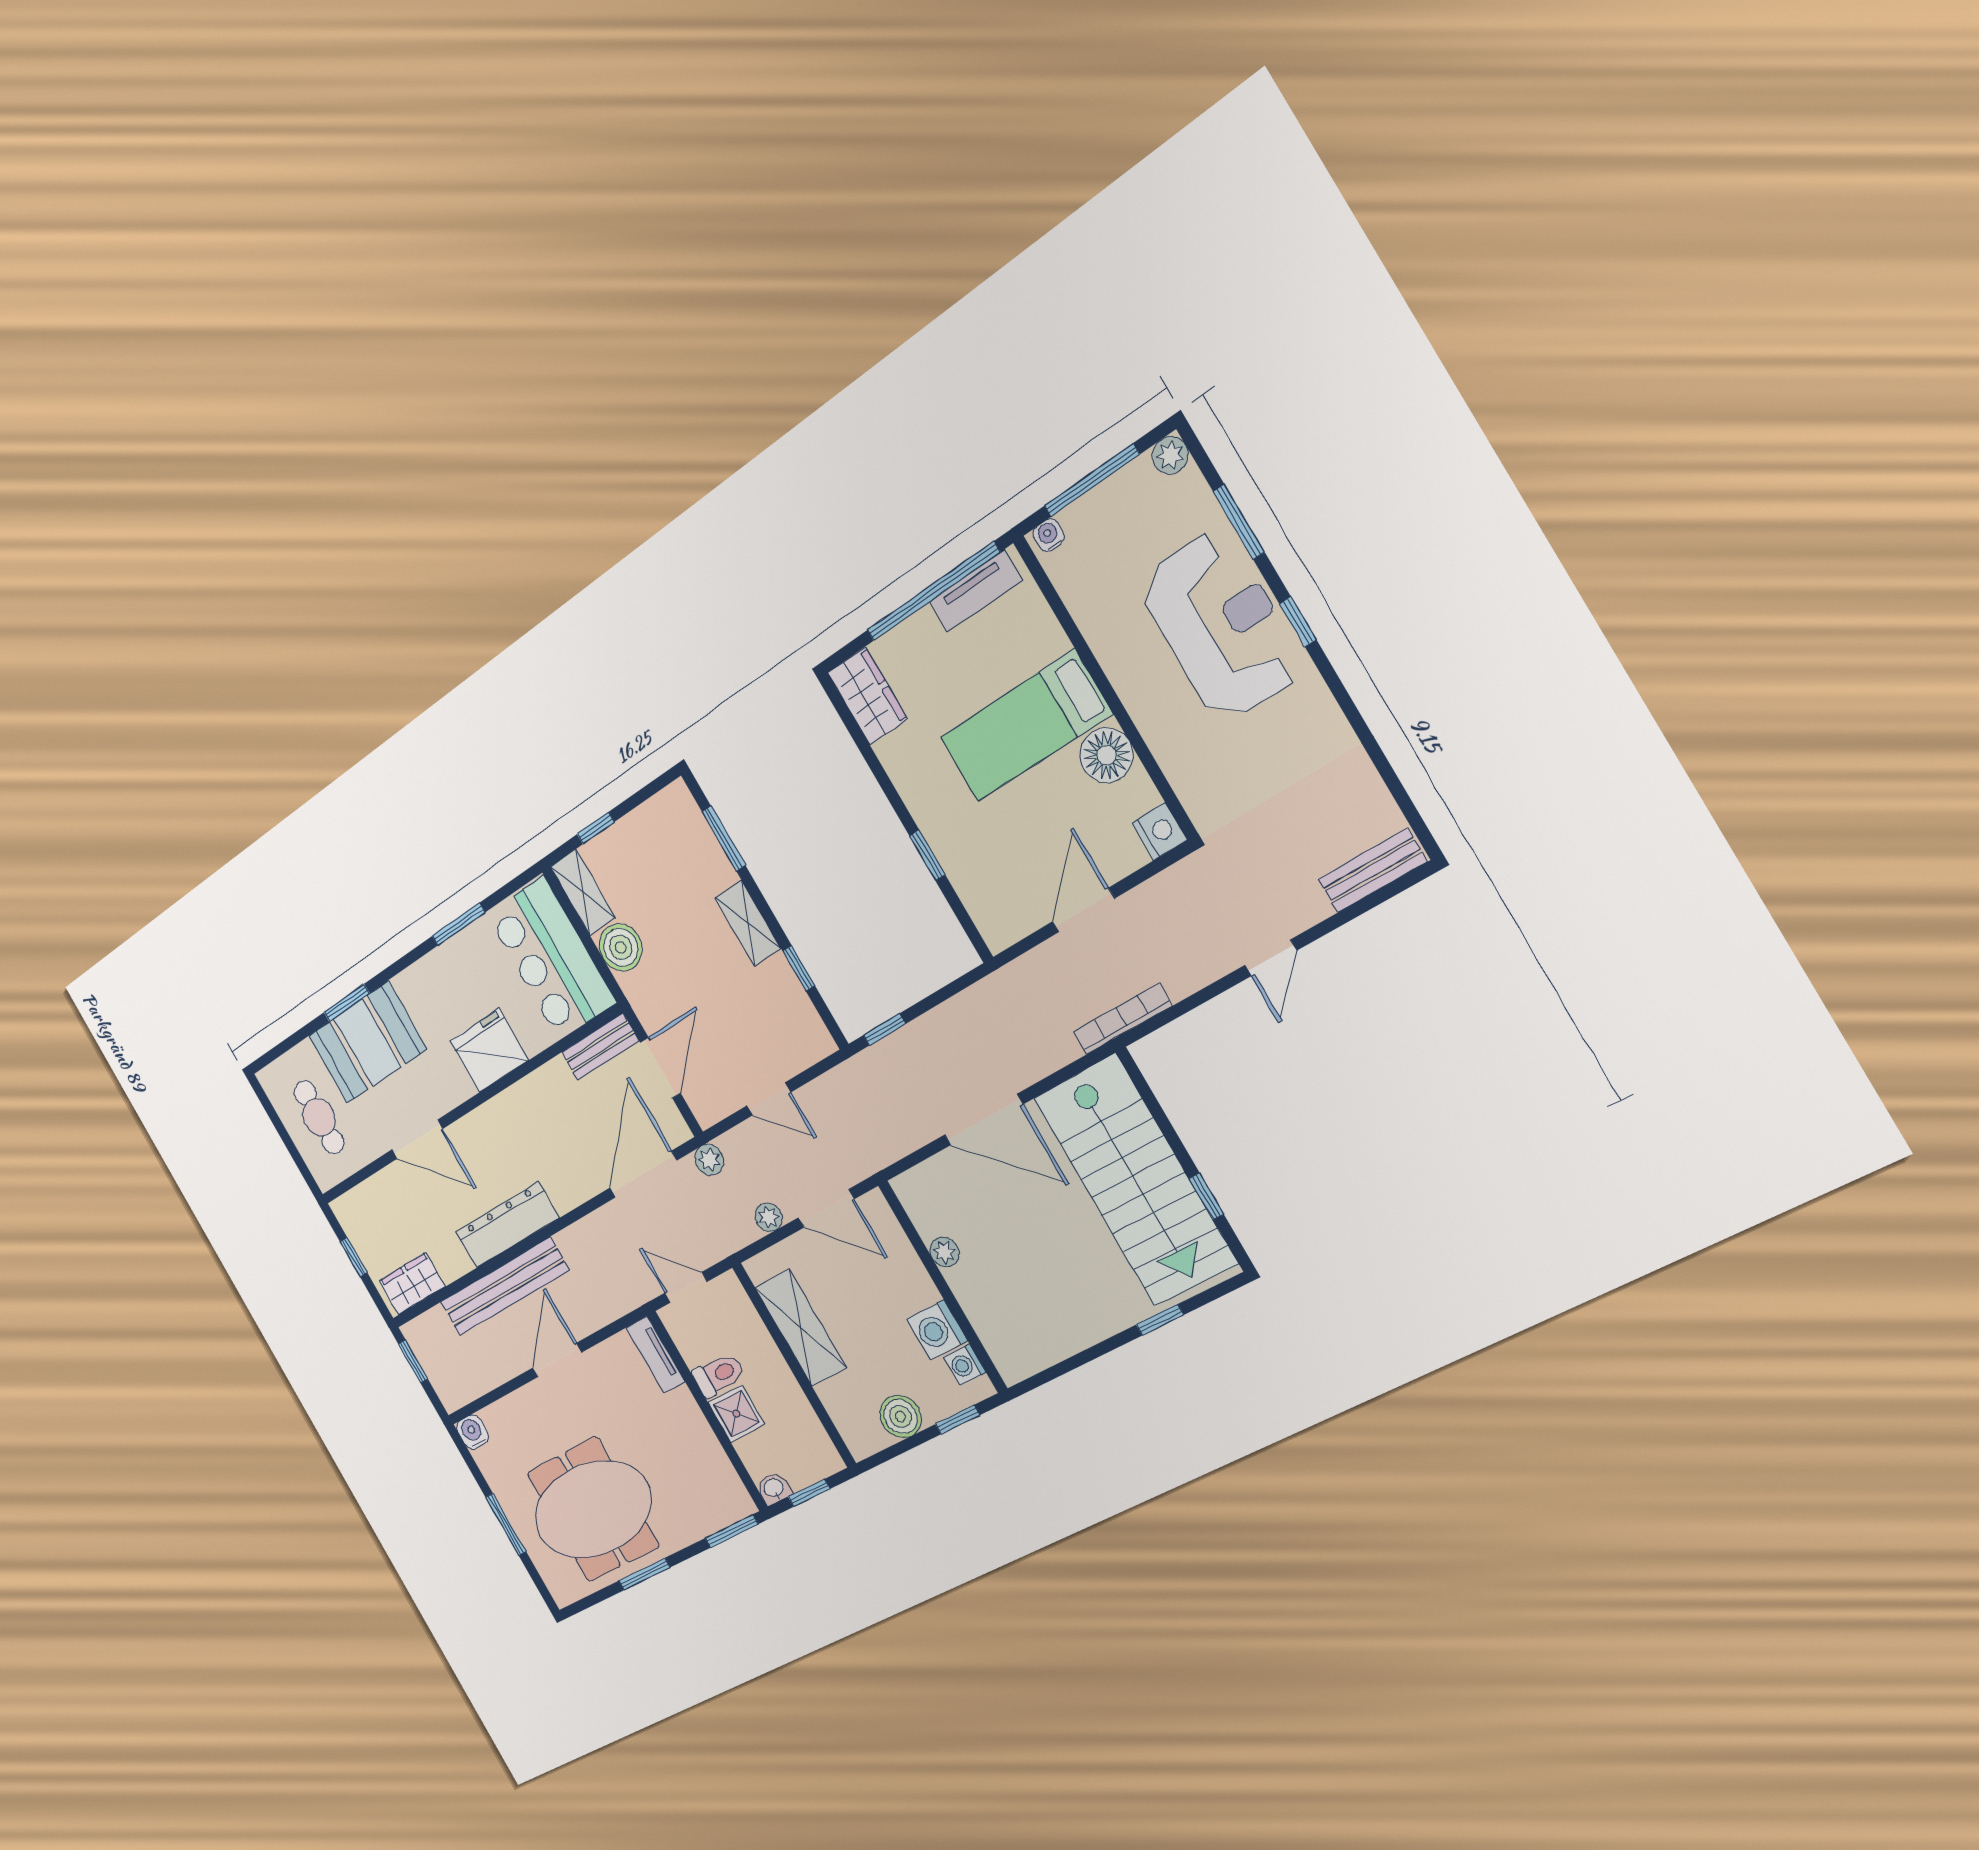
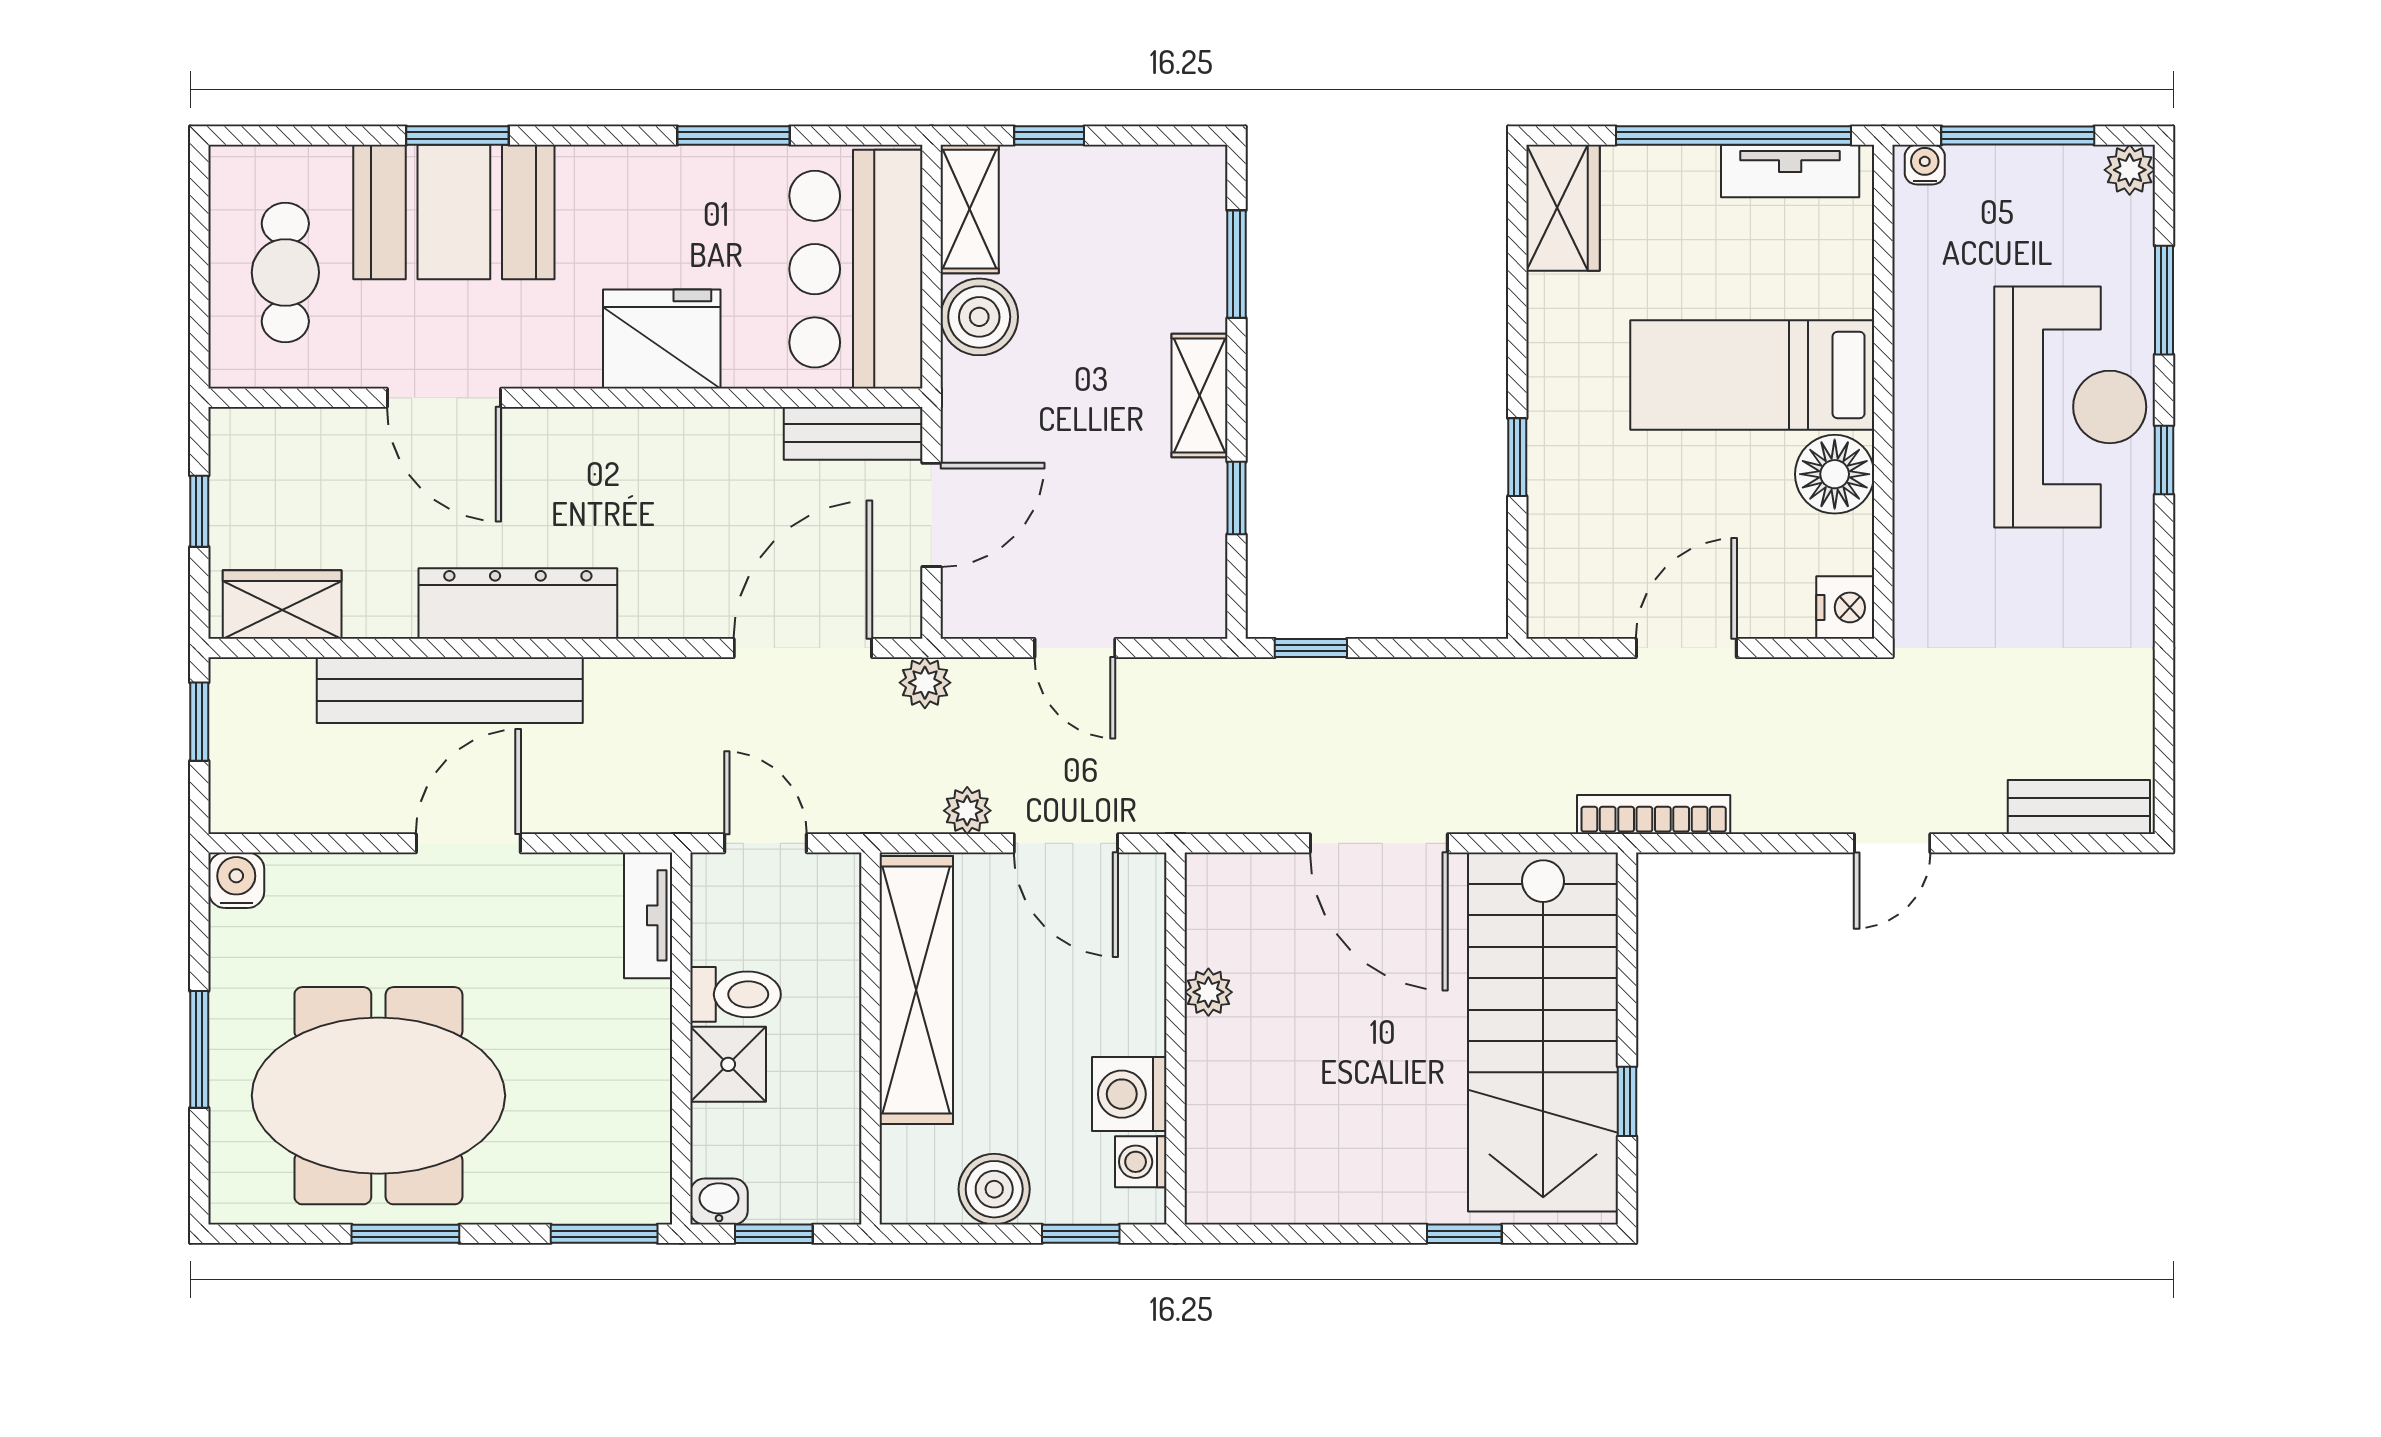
shelving: (801, 1328) -> (916, 990), width x1.47

